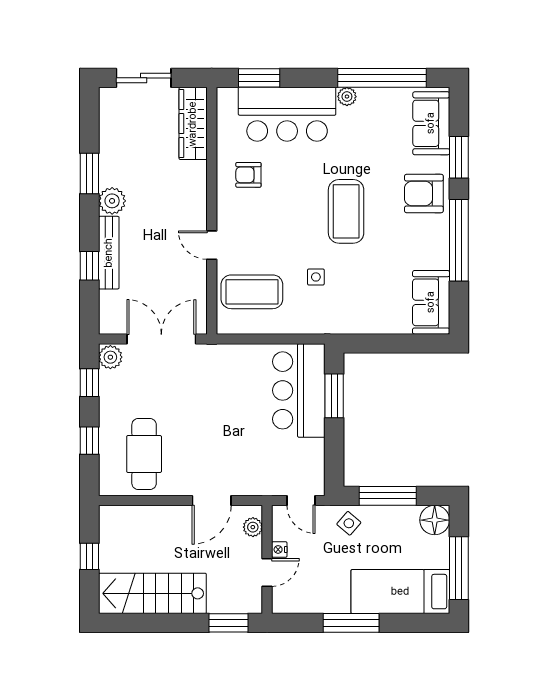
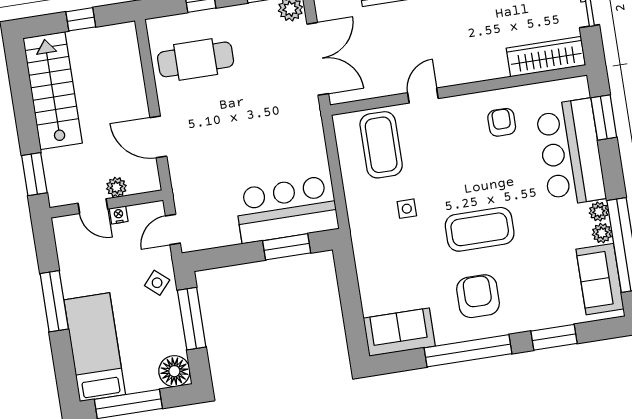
plant: (368, 97) -> (602, 233), added
sofa: (431, 123) -> (600, 279), moved, turned -90
armchair: (424, 194) -> (478, 296), moved
plant: (253, 527) -> (116, 187), moved

